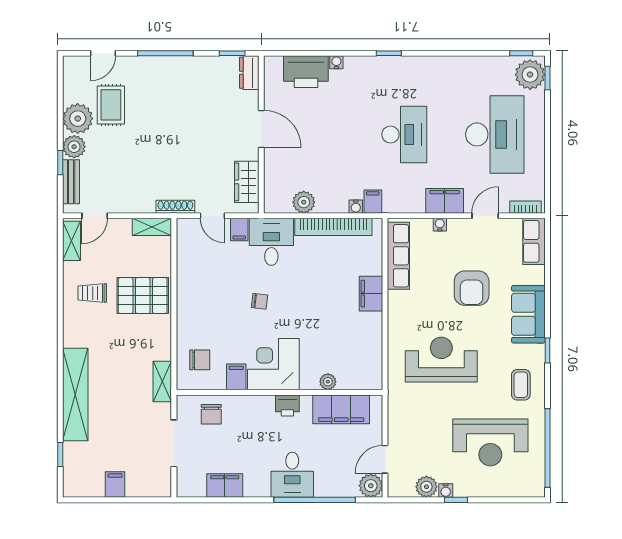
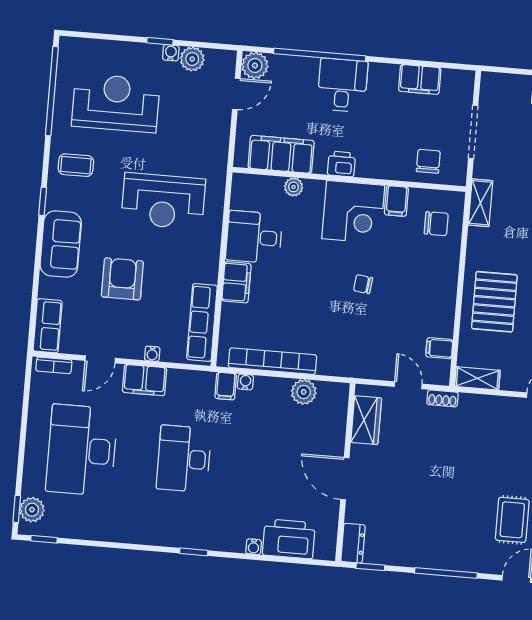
plant: (530, 75) -> (32, 510), width x0.73, depth x0.73
shoe rack: (175, 207) -> (442, 398), width x0.70
filing cabinet: (239, 230) -> (439, 348), moved, turned -90
desk: (271, 242) -> (254, 237), moved, turned 90
pallet: (143, 296) -> (494, 302), turned 90
chair: (200, 360) -> (436, 224), turned 180
coffee table: (521, 385) -> (76, 165), turned 90

